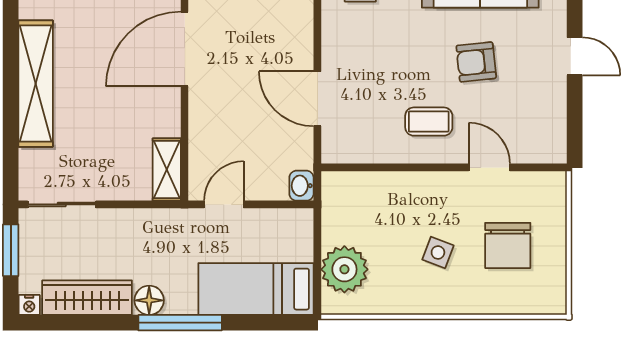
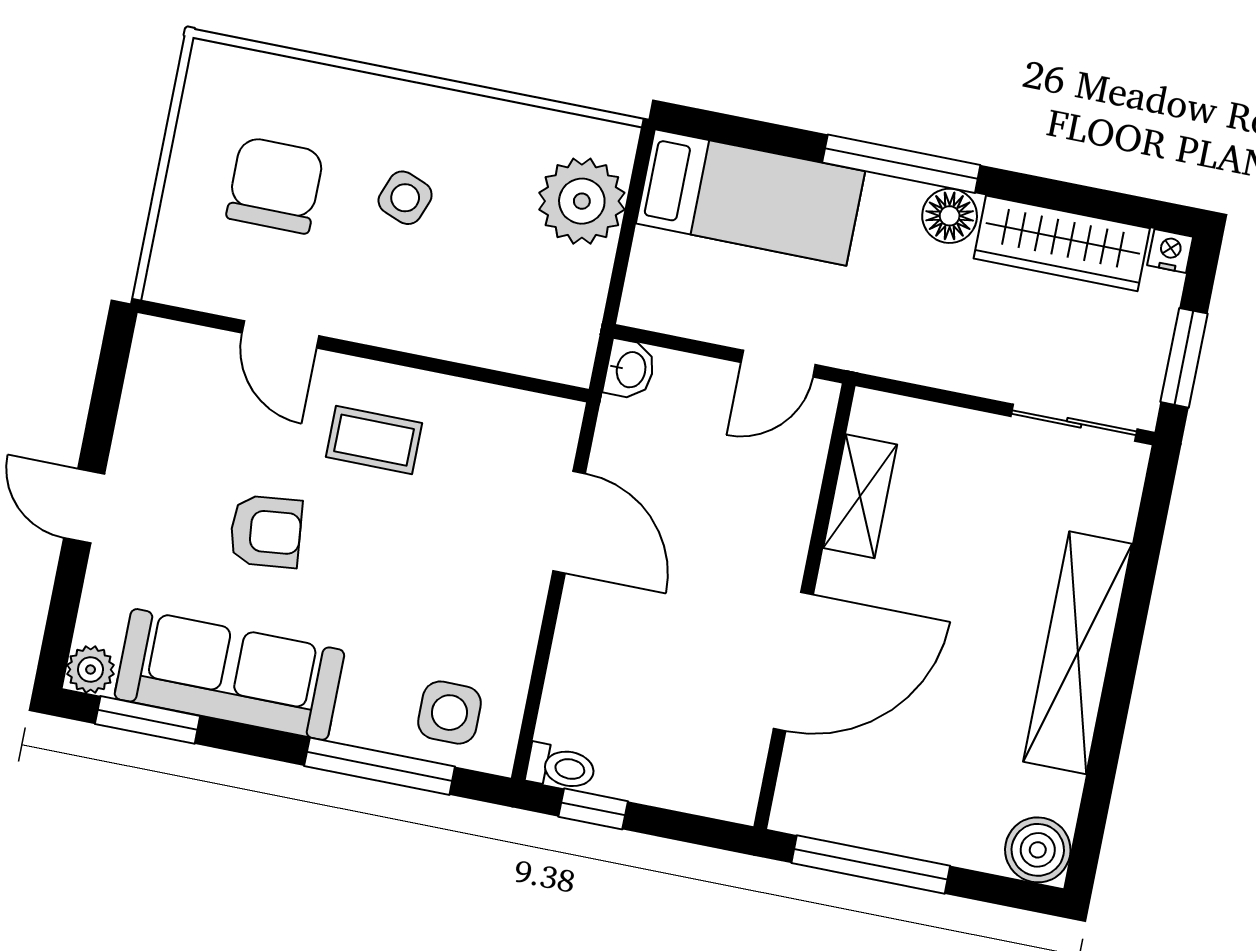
shelving: (167, 169) -> (860, 496), moved

